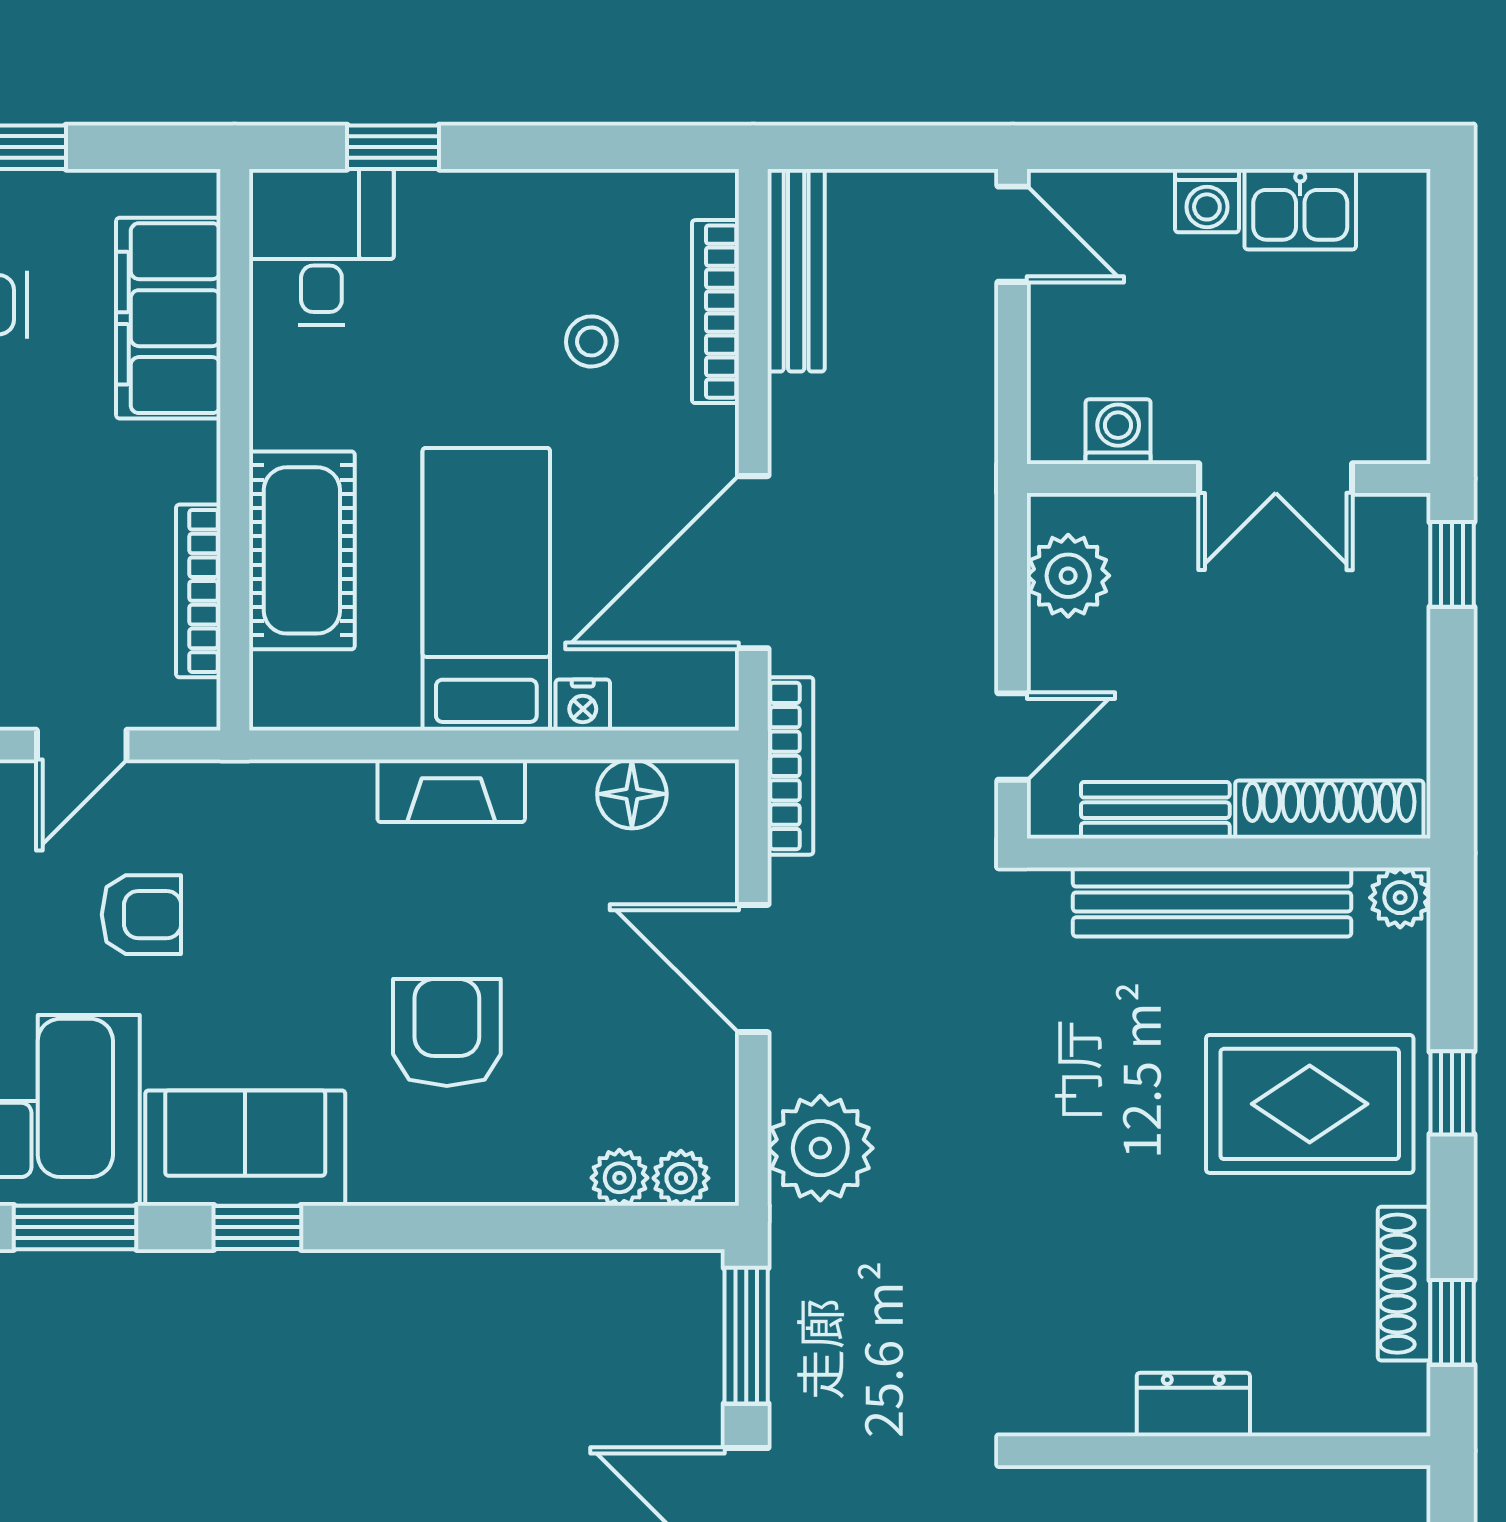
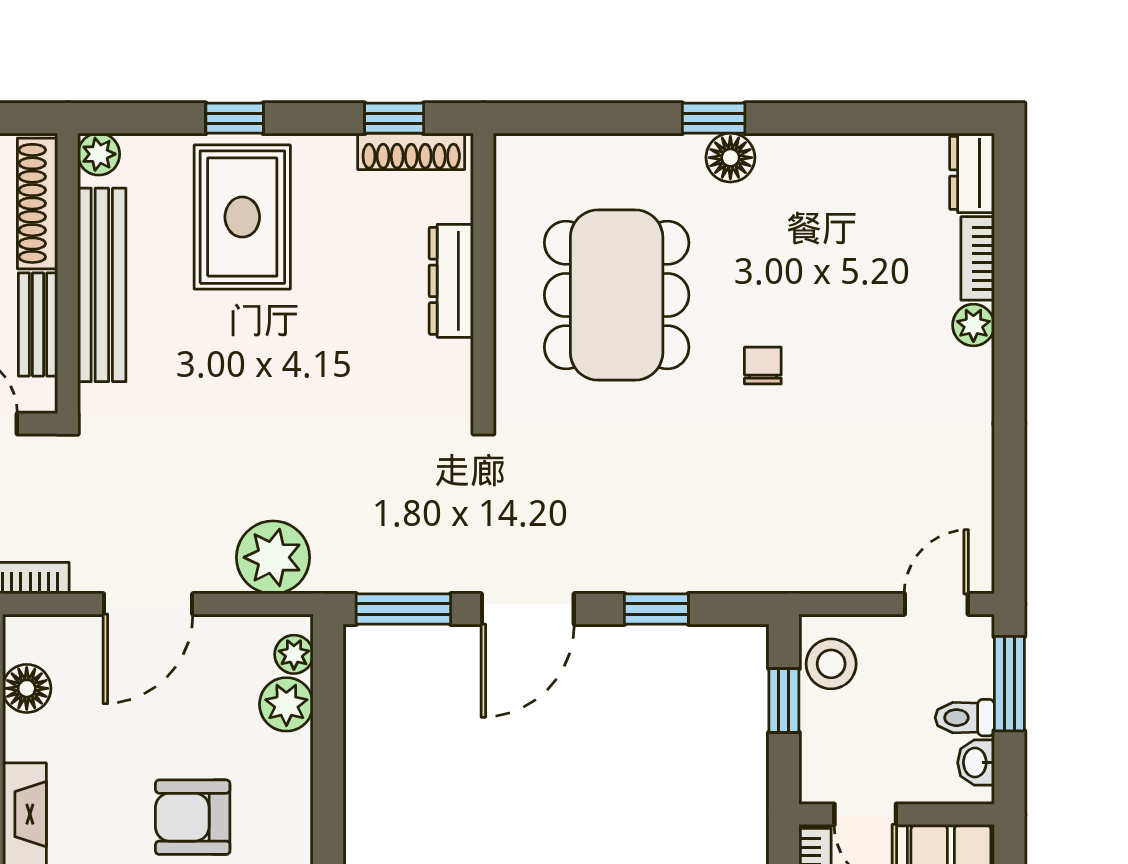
plant: (619, 1178) -> (286, 704), width x1.38, depth x1.38
shoe rack: (1404, 1284) -> (411, 151), moved
dresser: (1193, 1405) -> (451, 281), width x1.44

